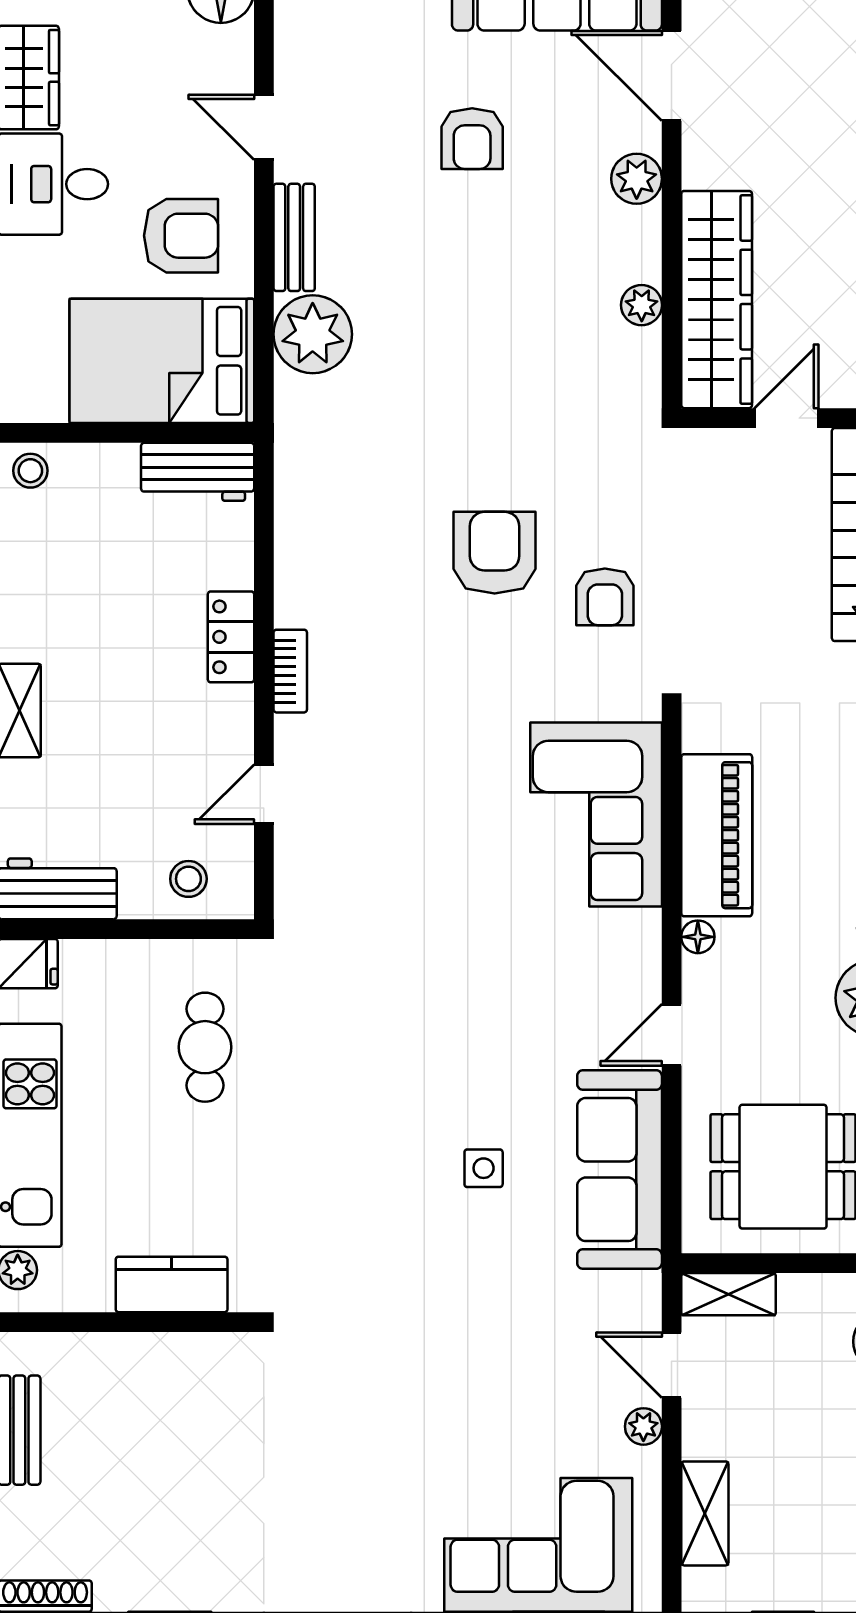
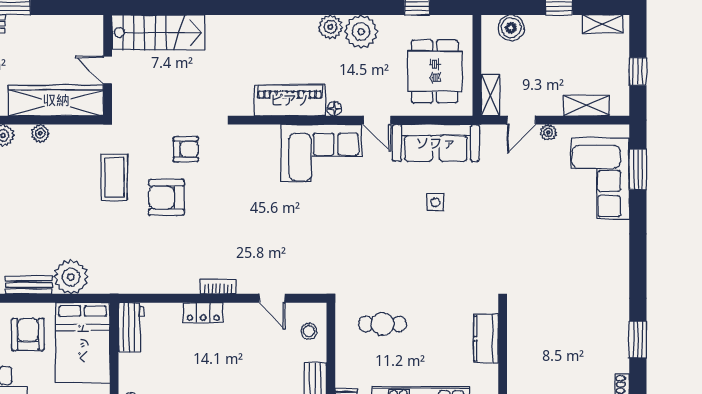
plant: (642, 305) -> (40, 133), moved
coffee table: (541, 433) -> (114, 177), added
corner sofa: (596, 814) -> (321, 153), moved

